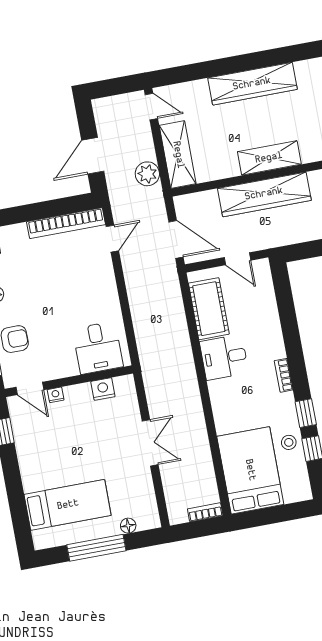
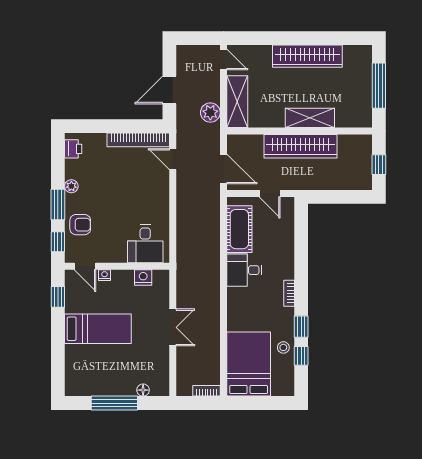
door: (112, 239) -> (173, 159), swing flipped
bed: (68, 505) -> (98, 329), moved

